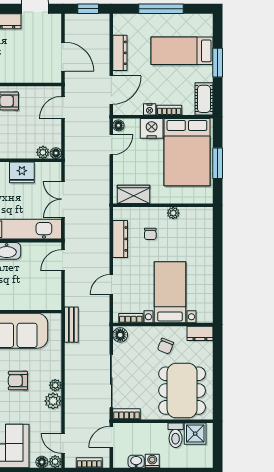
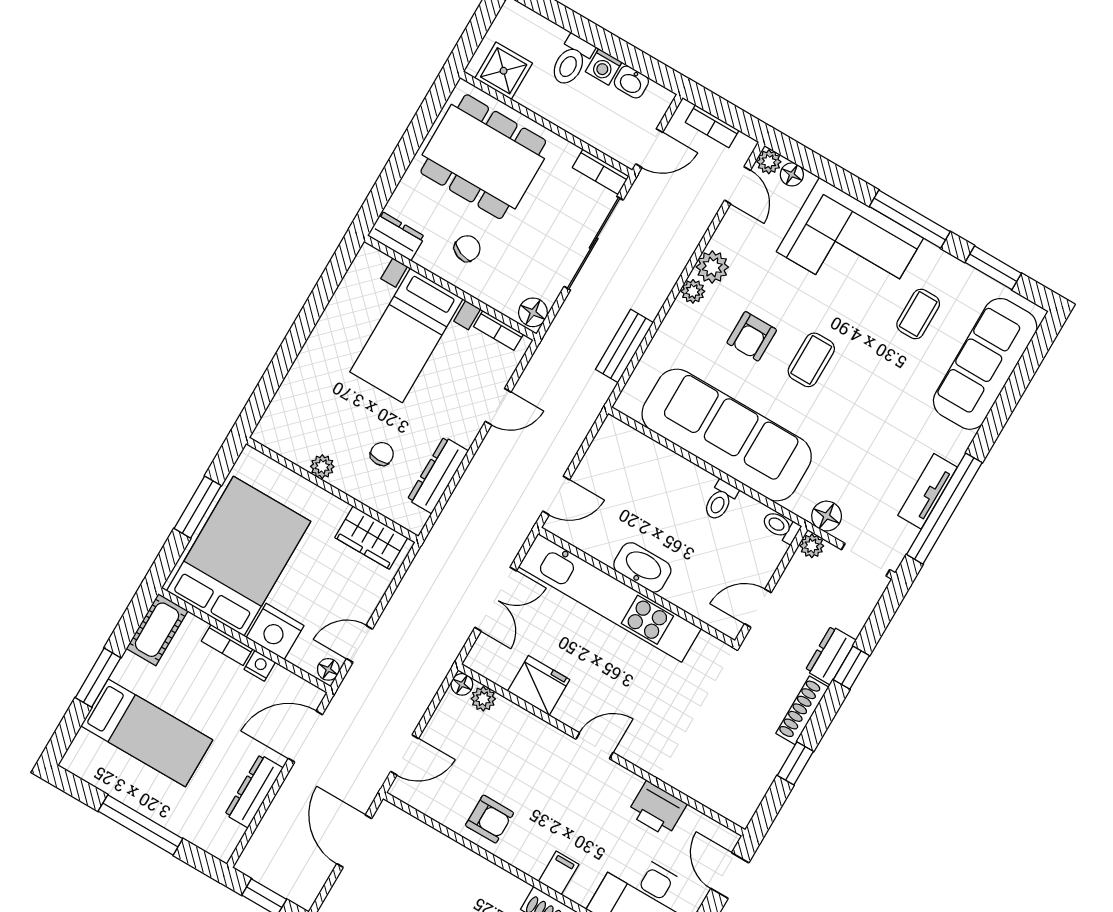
bench: (71, 325) -> (624, 346), moved
armchair: (18, 381) -> (752, 336), turned 90
dining table: (182, 391) -> (483, 157), turned 90
toilet: (176, 435) -> (572, 61), moved, turned 180

